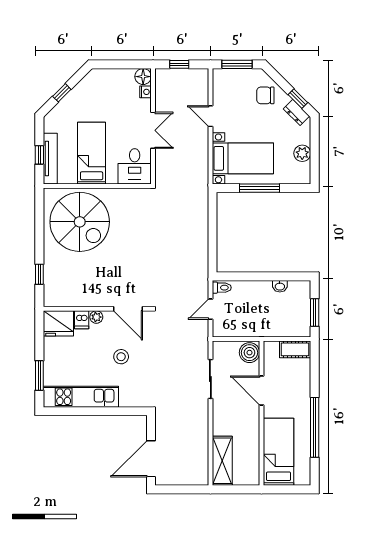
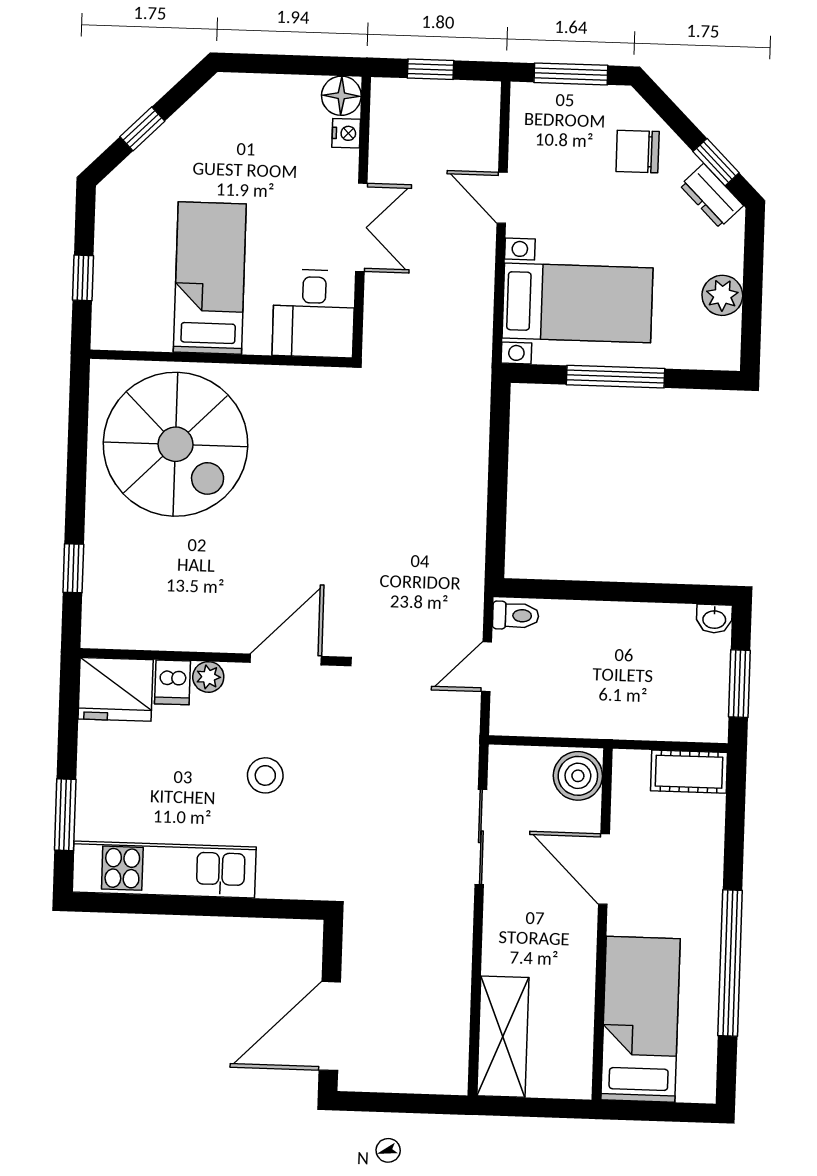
tv unit: (50, 159) -> (109, 288), removed
washbasin: (280, 286) -> (714, 619), moved
door: (128, 309) -> (286, 659), swing flipped

